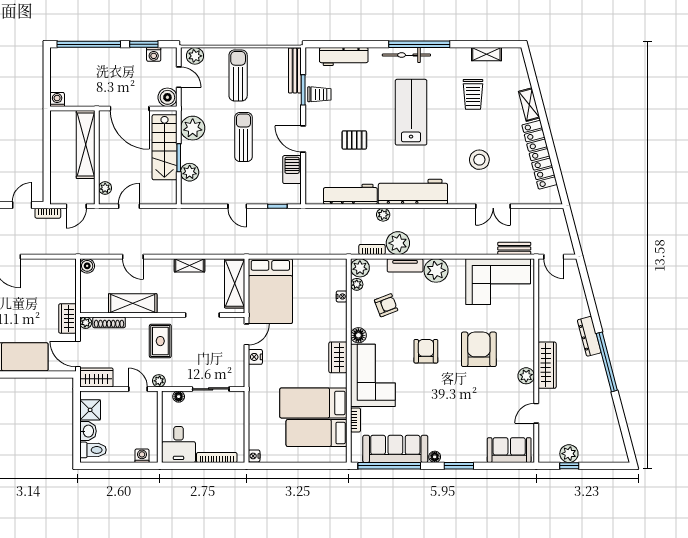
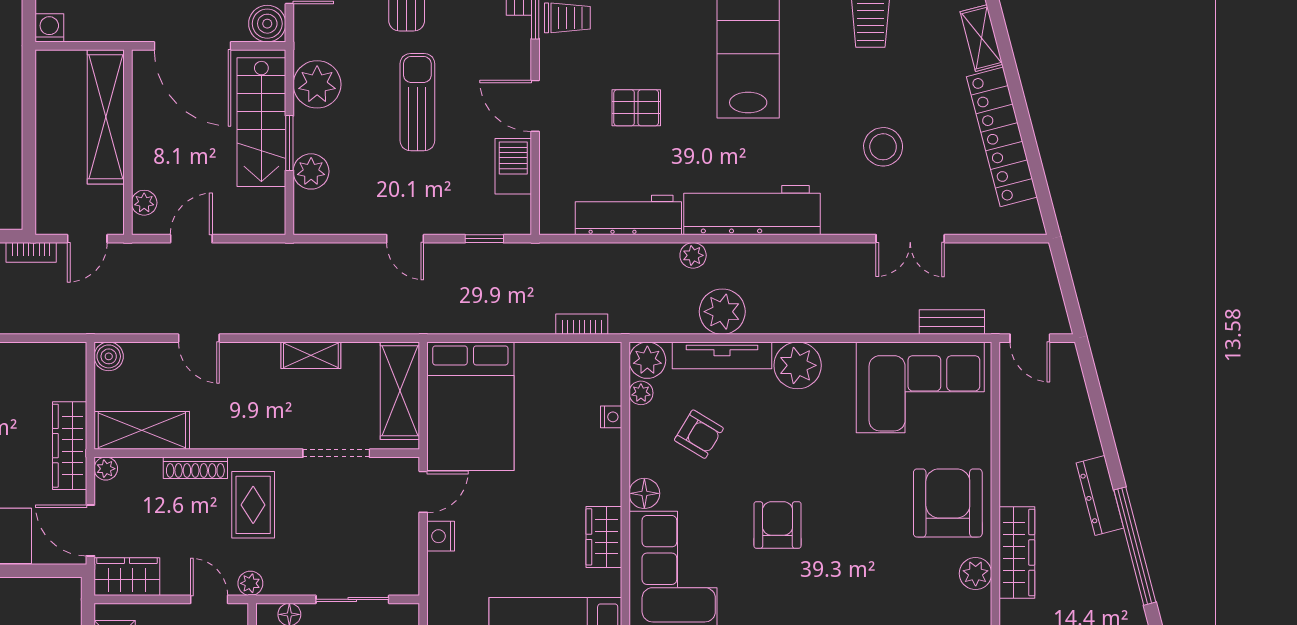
bookcase: (372, 250) -> (582, 324), moved
tv unit: (405, 265) -> (722, 355), width x1.41
shelving: (133, 303) -> (142, 430), moved
armchair: (386, 305) -> (699, 434), turned 52
wardrobe: (67, 318) -> (70, 446), width x1.50
shoe rack: (109, 322) -> (195, 468), moved
armchair: (479, 349) -> (948, 503), moved

